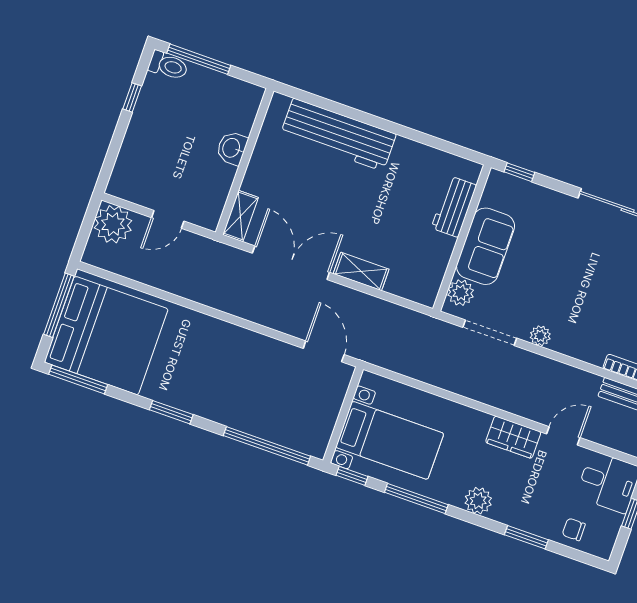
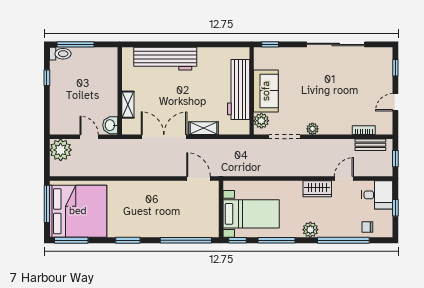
washbasin: (232, 148) -> (110, 125), moved
workbench: (454, 207) -> (239, 90), width x1.88, depth x1.32
shelving: (241, 216) -> (128, 105), moved
door: (168, 219) -> (89, 137), swing flipped
window: (526, 537) -> (343, 240), width x2.11

